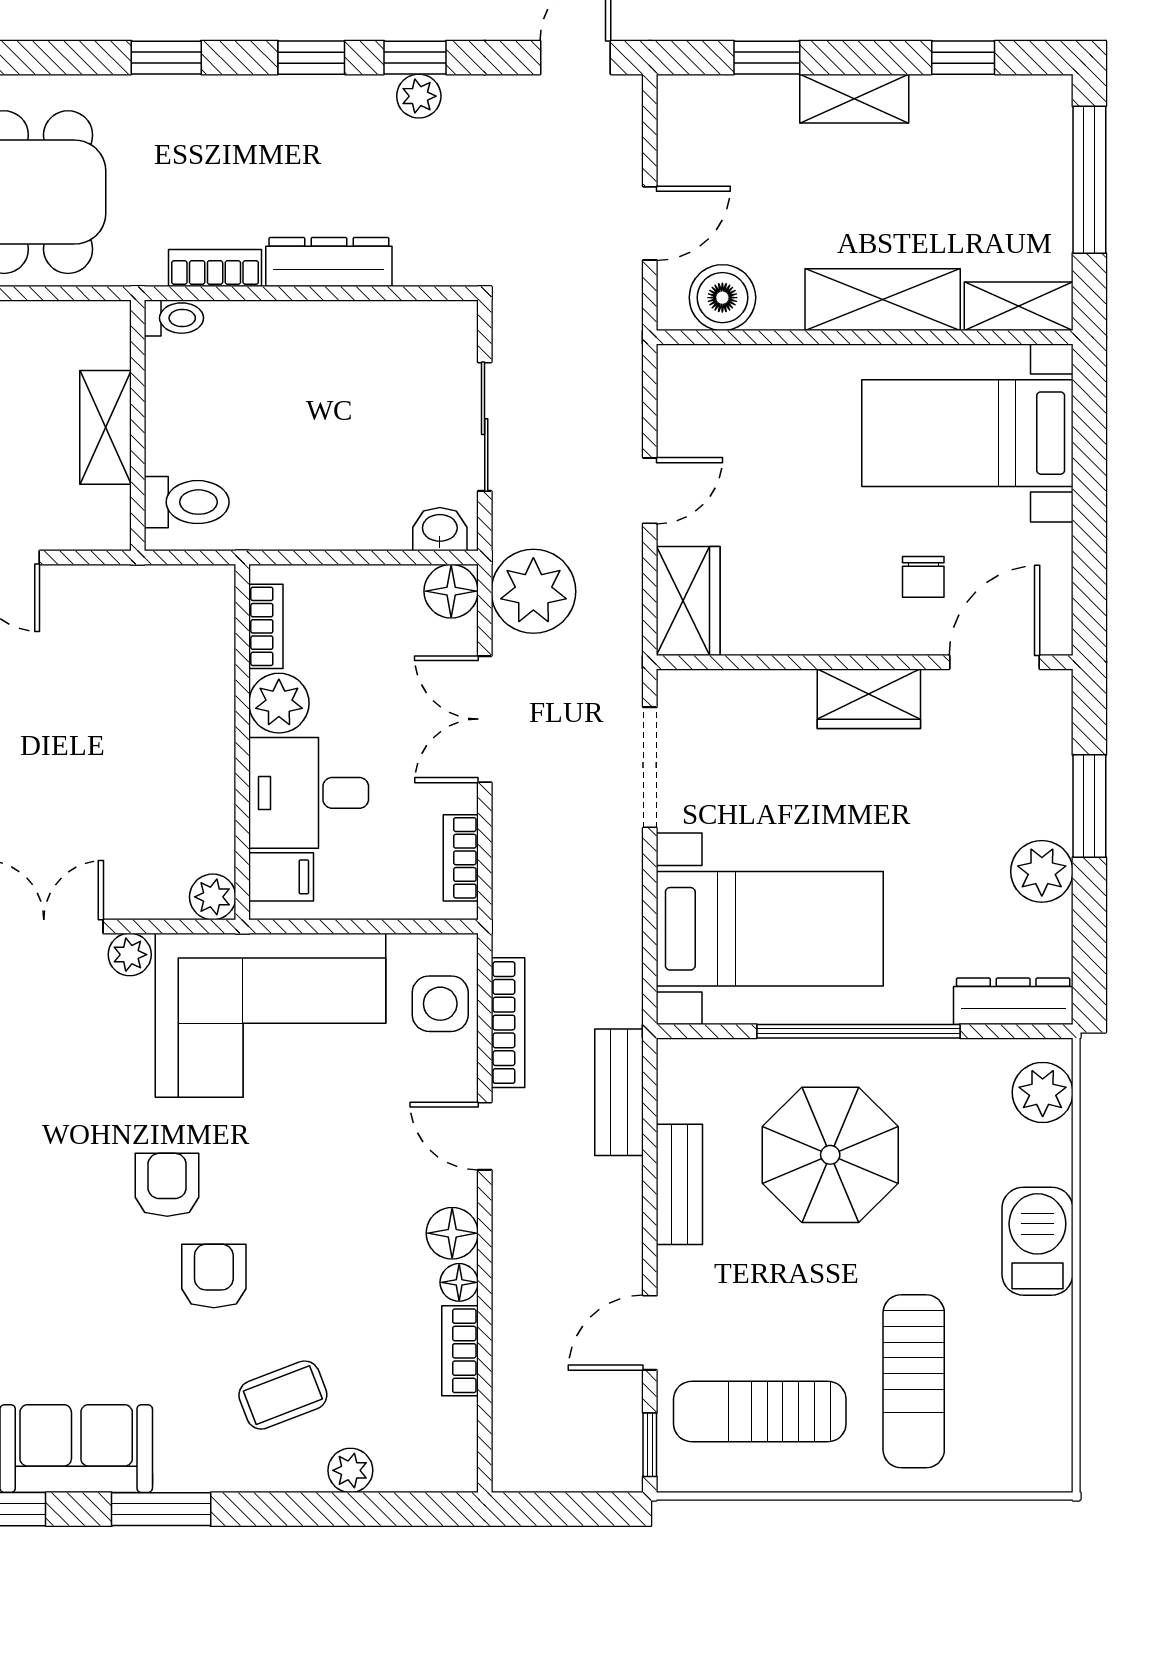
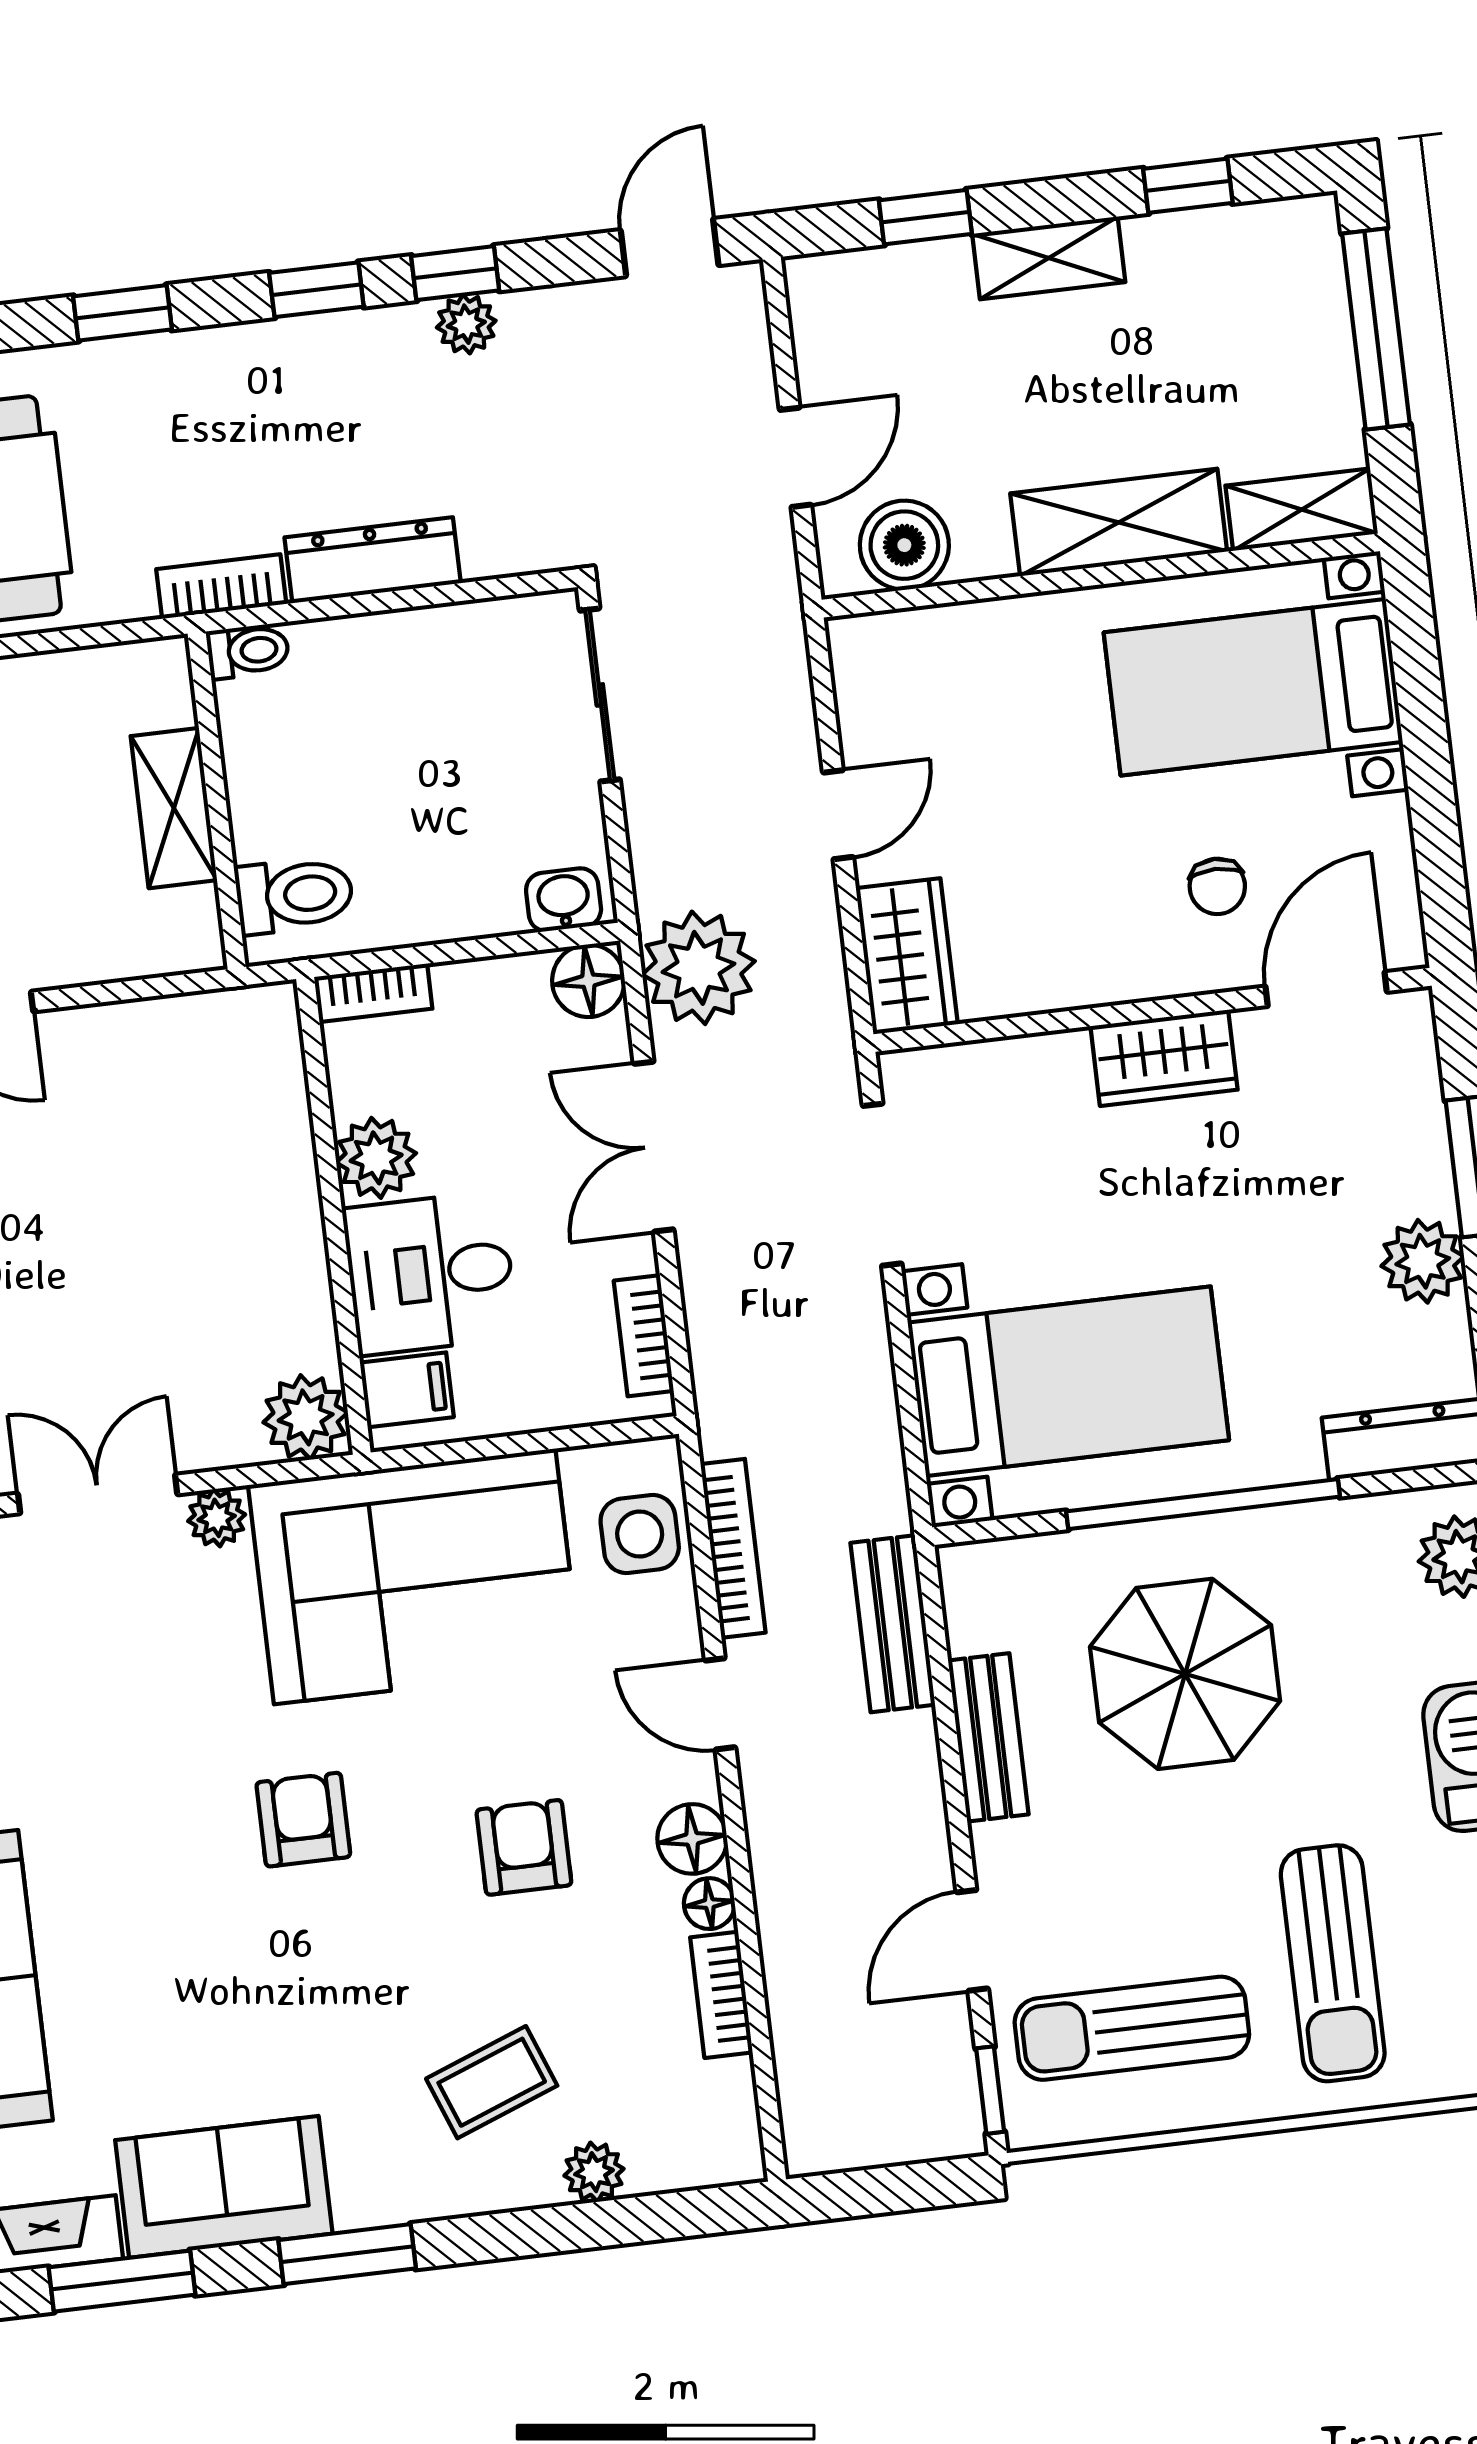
toilet: (174, 318) -> (248, 651), moved
wall: (138, 425) -> (217, 800), moved
shelving: (105, 427) -> (174, 808), moved
sliding door: (485, 427) -> (600, 695), moved
toilet: (187, 502) -> (294, 895), moved
bookcase: (266, 626) -> (373, 993), moved, turned 90
plant: (213, 897) -> (306, 1417), width x1.38, depth x1.38
armchair: (214, 1276) -> (524, 1847), moved

